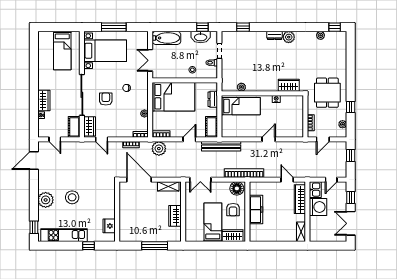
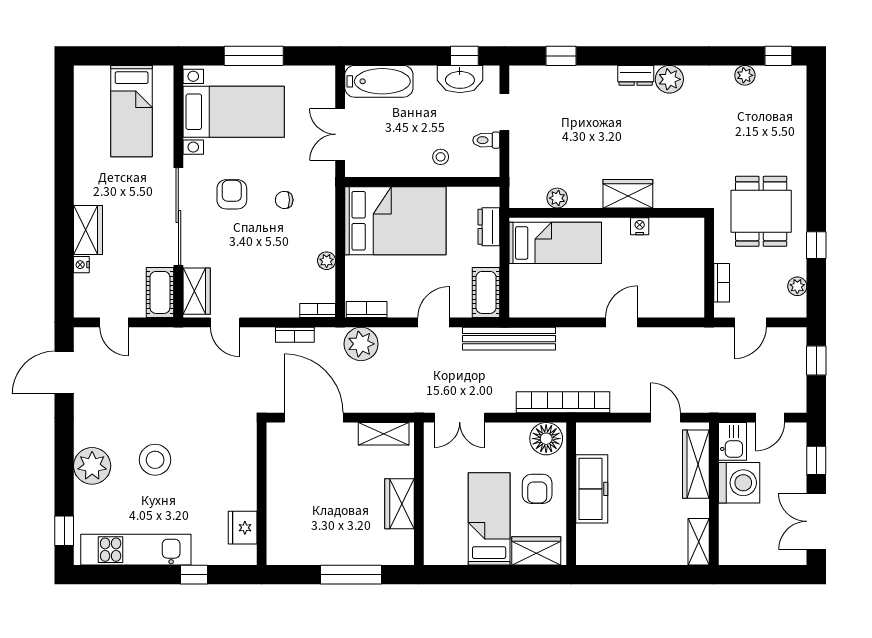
wardrobe: (289, 85) -> (628, 194), moved
armchair: (106, 99) -> (232, 194), moved

